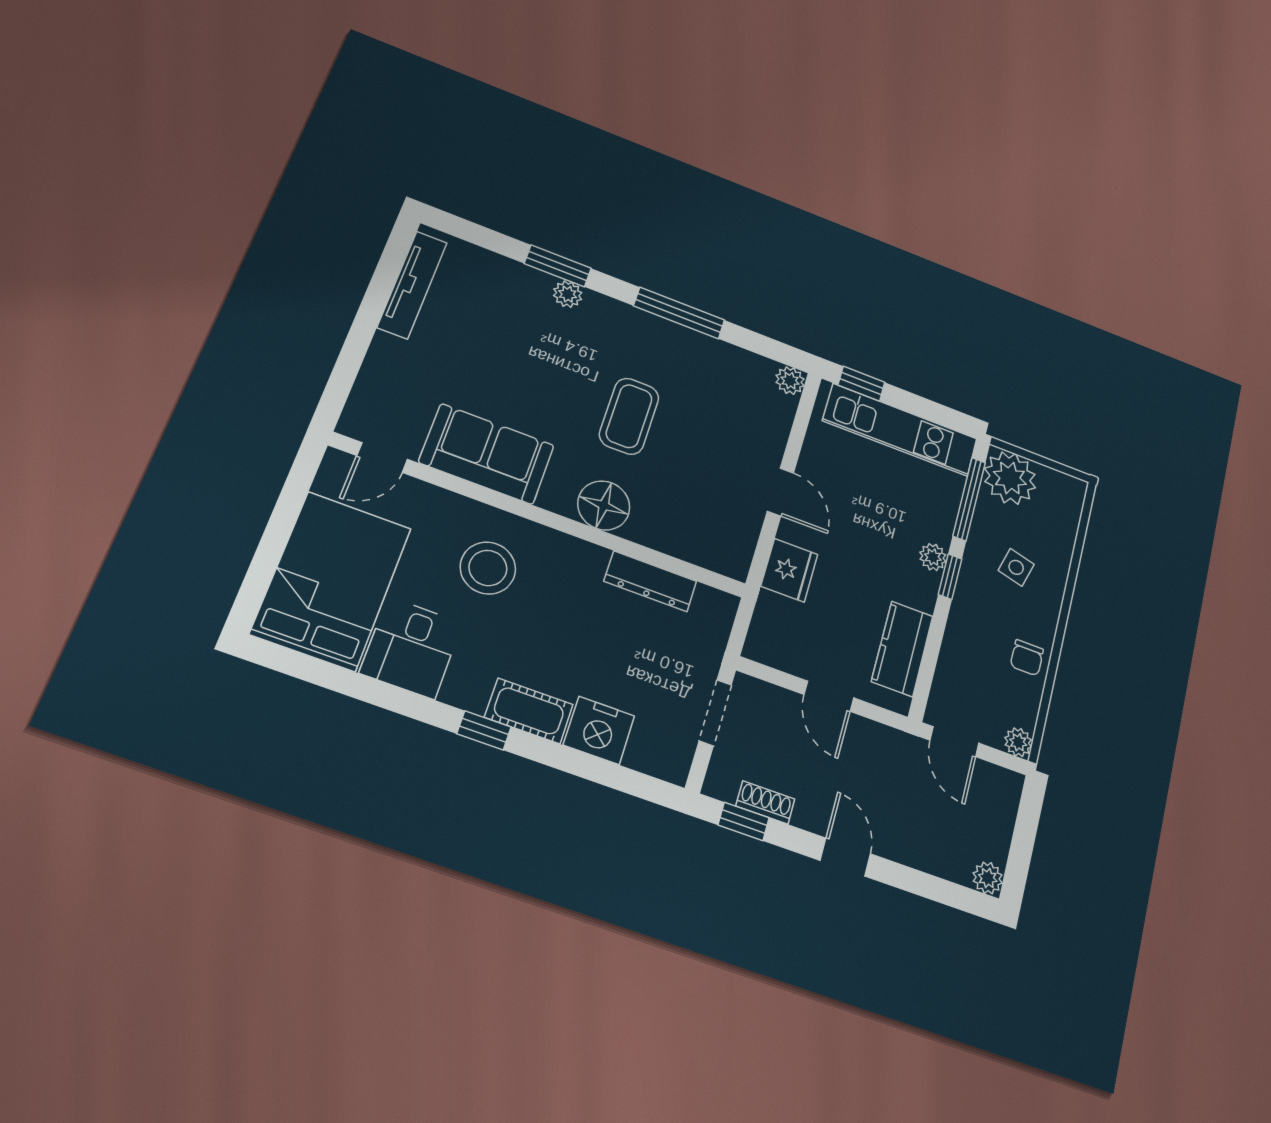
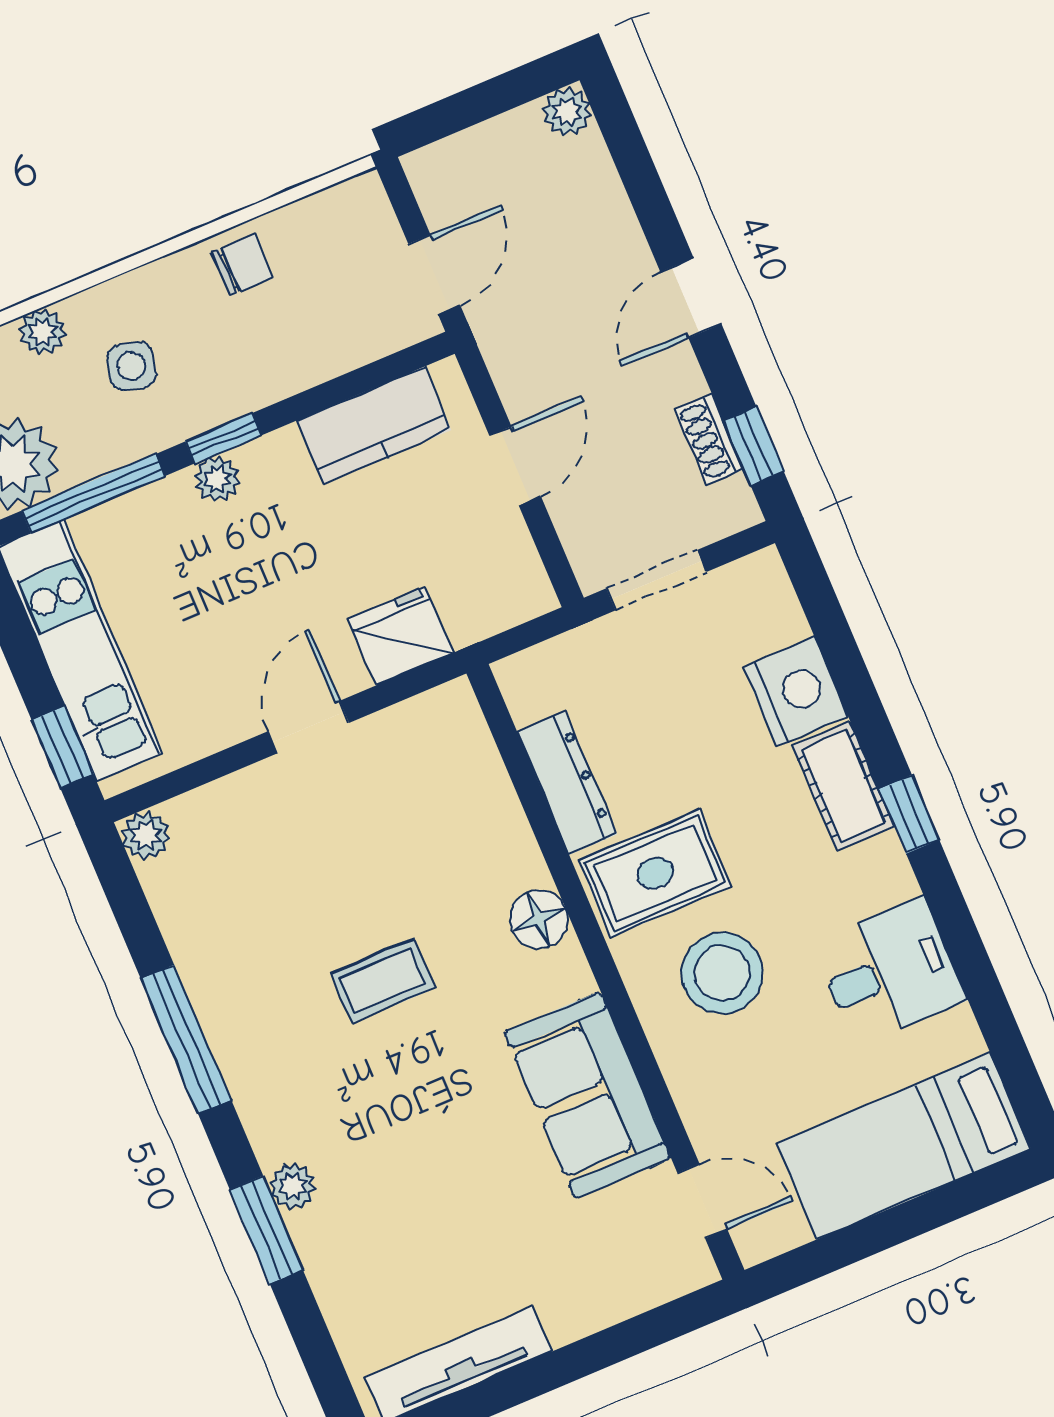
coffee table: (629, 416) -> (383, 981), width x0.73, depth x0.77
floor lamp: (604, 505) -> (539, 919), width x0.73, depth x0.73
bed: (331, 581) -> (904, 1146), width x0.67
rug: (568, 582) -> (655, 873), added
plant: (1018, 742) -> (42, 332), moved

